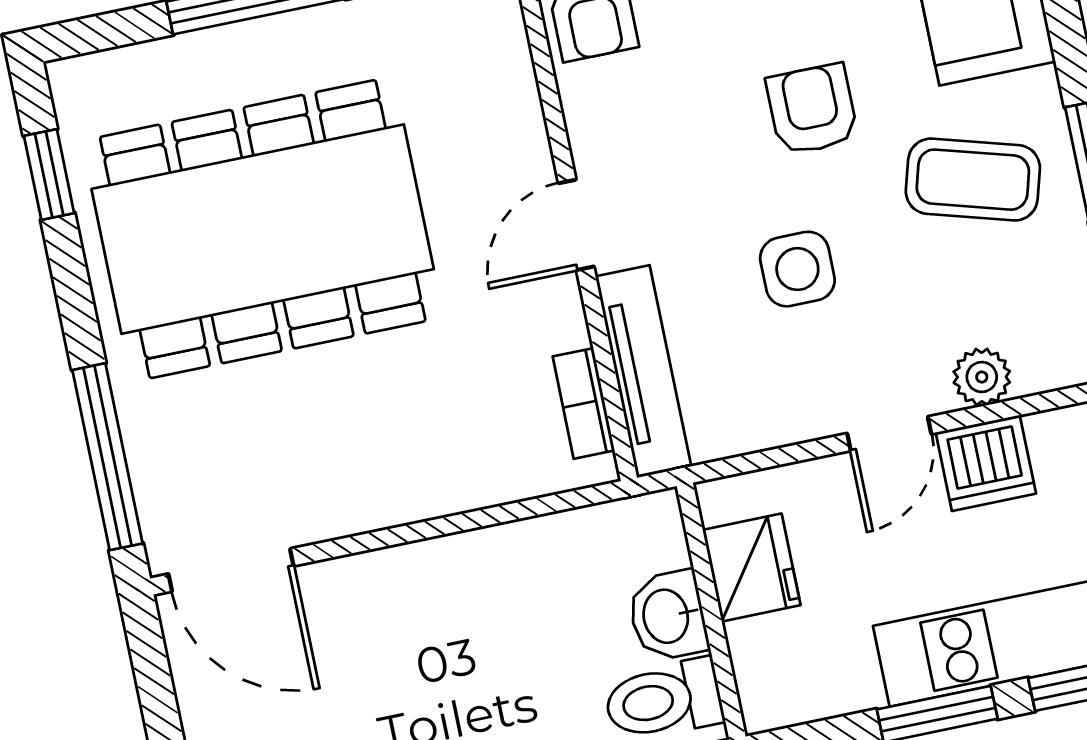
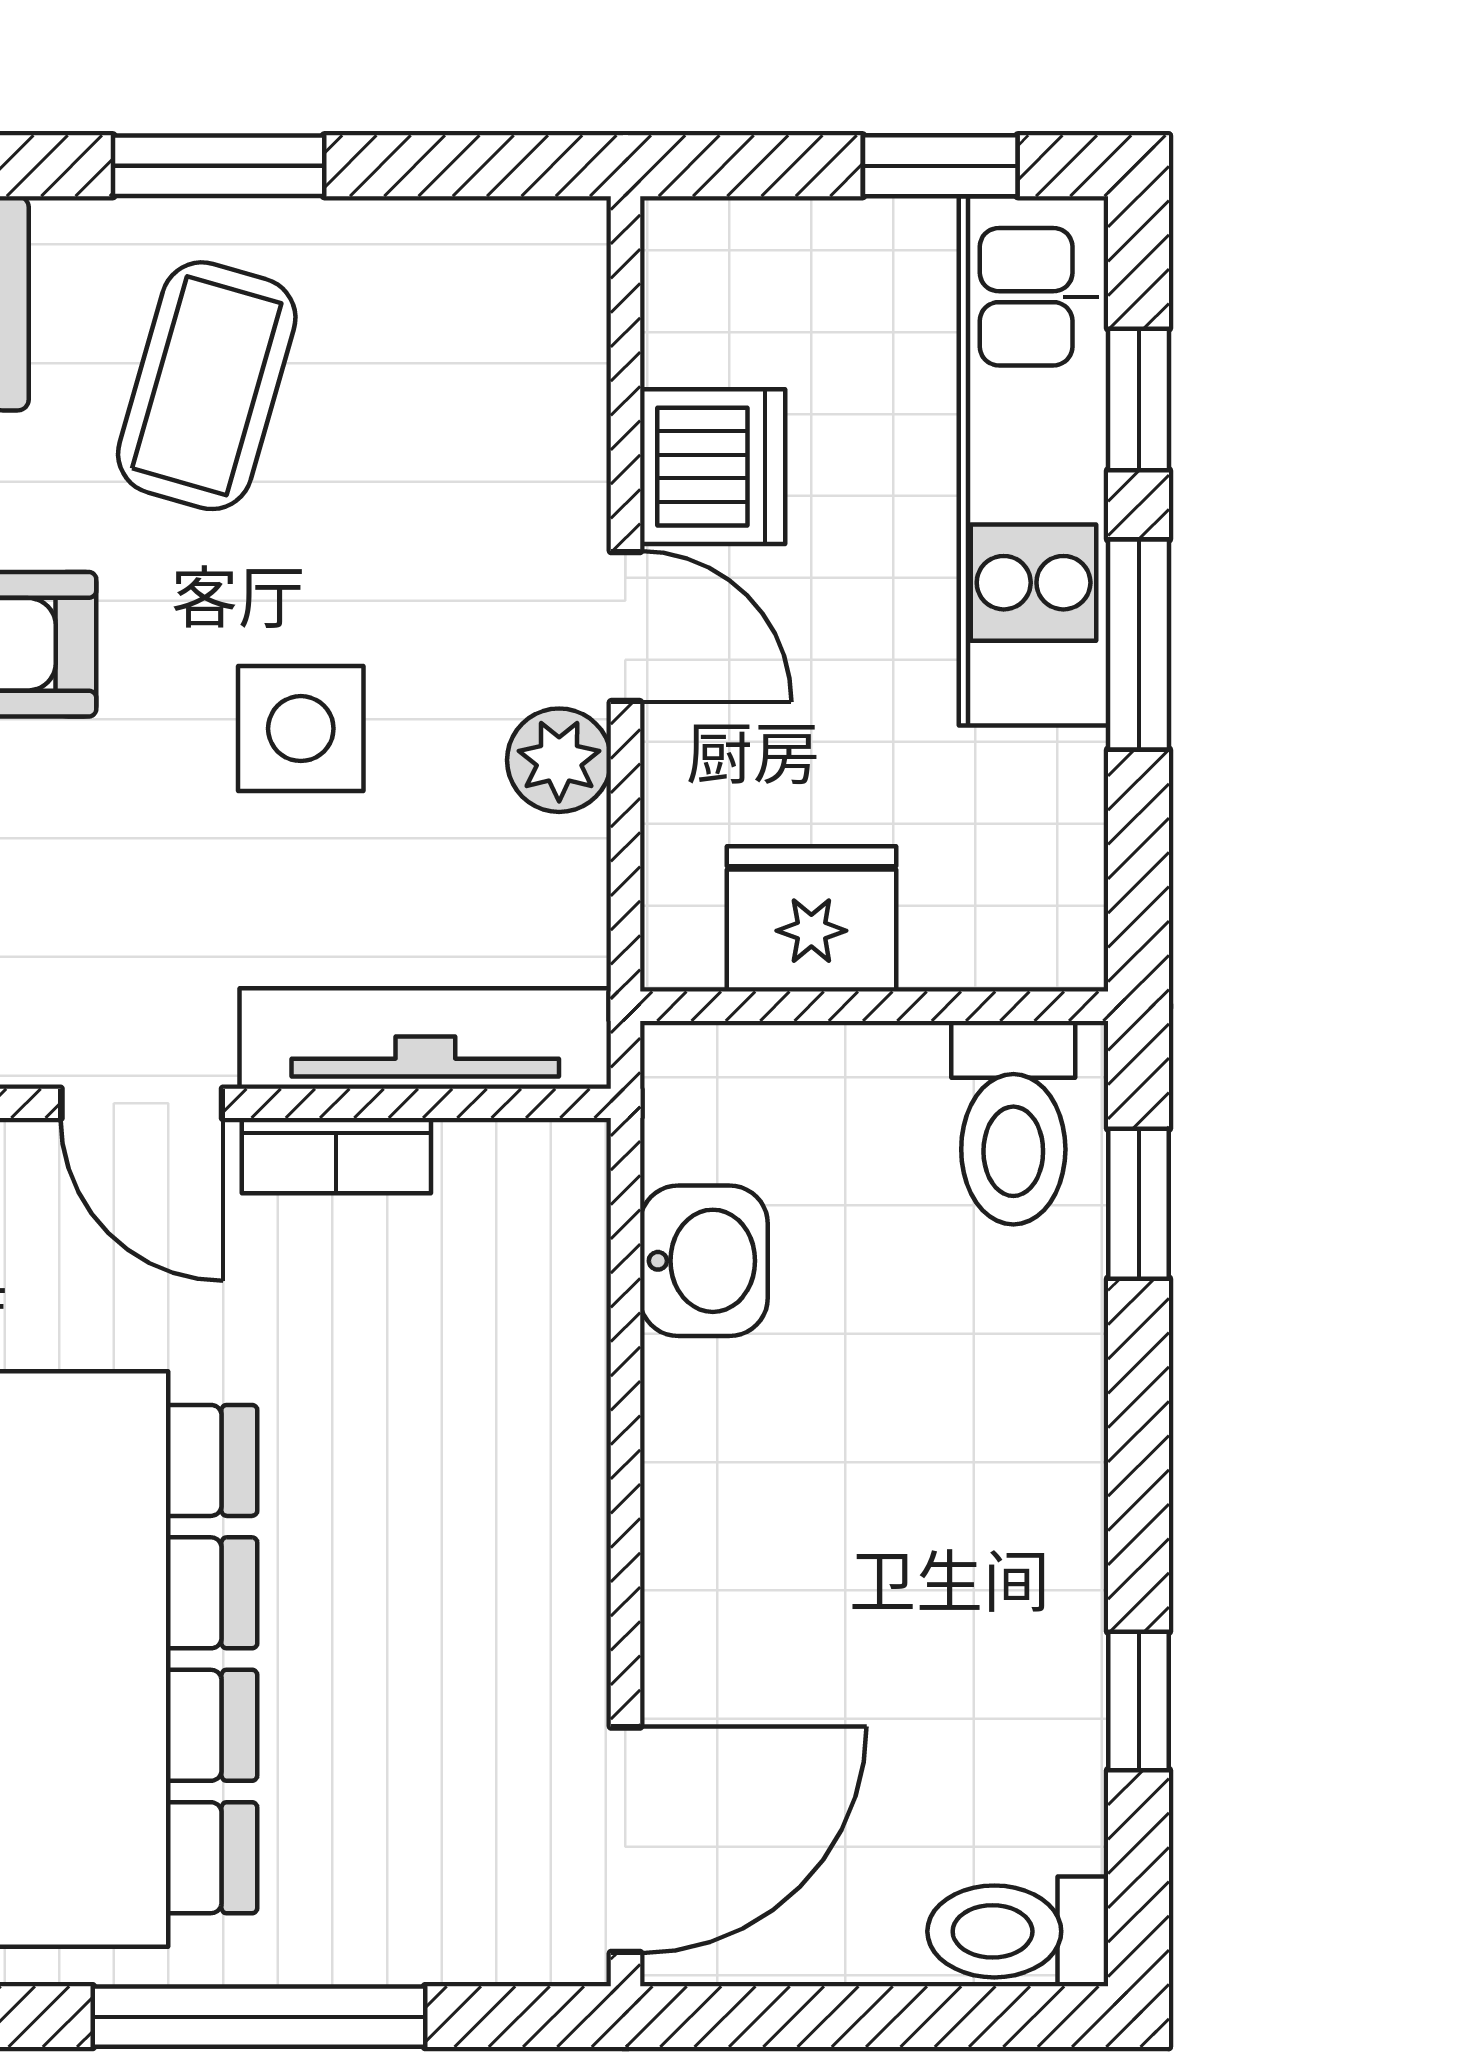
plant: (982, 377) -> (559, 760), moved
bookcase: (584, 403) -> (336, 1156), moved
window: (108, 457) -> (259, 2017), moved
washbasin: (668, 616) -> (704, 1261), moved, turned -90

